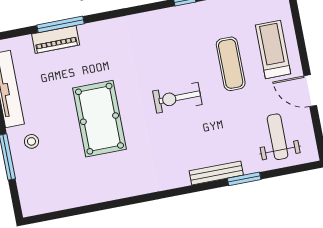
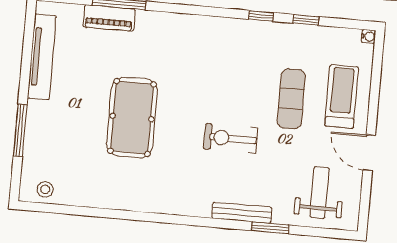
exercise bike: (177, 98) -> (231, 138), moved
stool: (31, 141) -> (45, 189), moved

